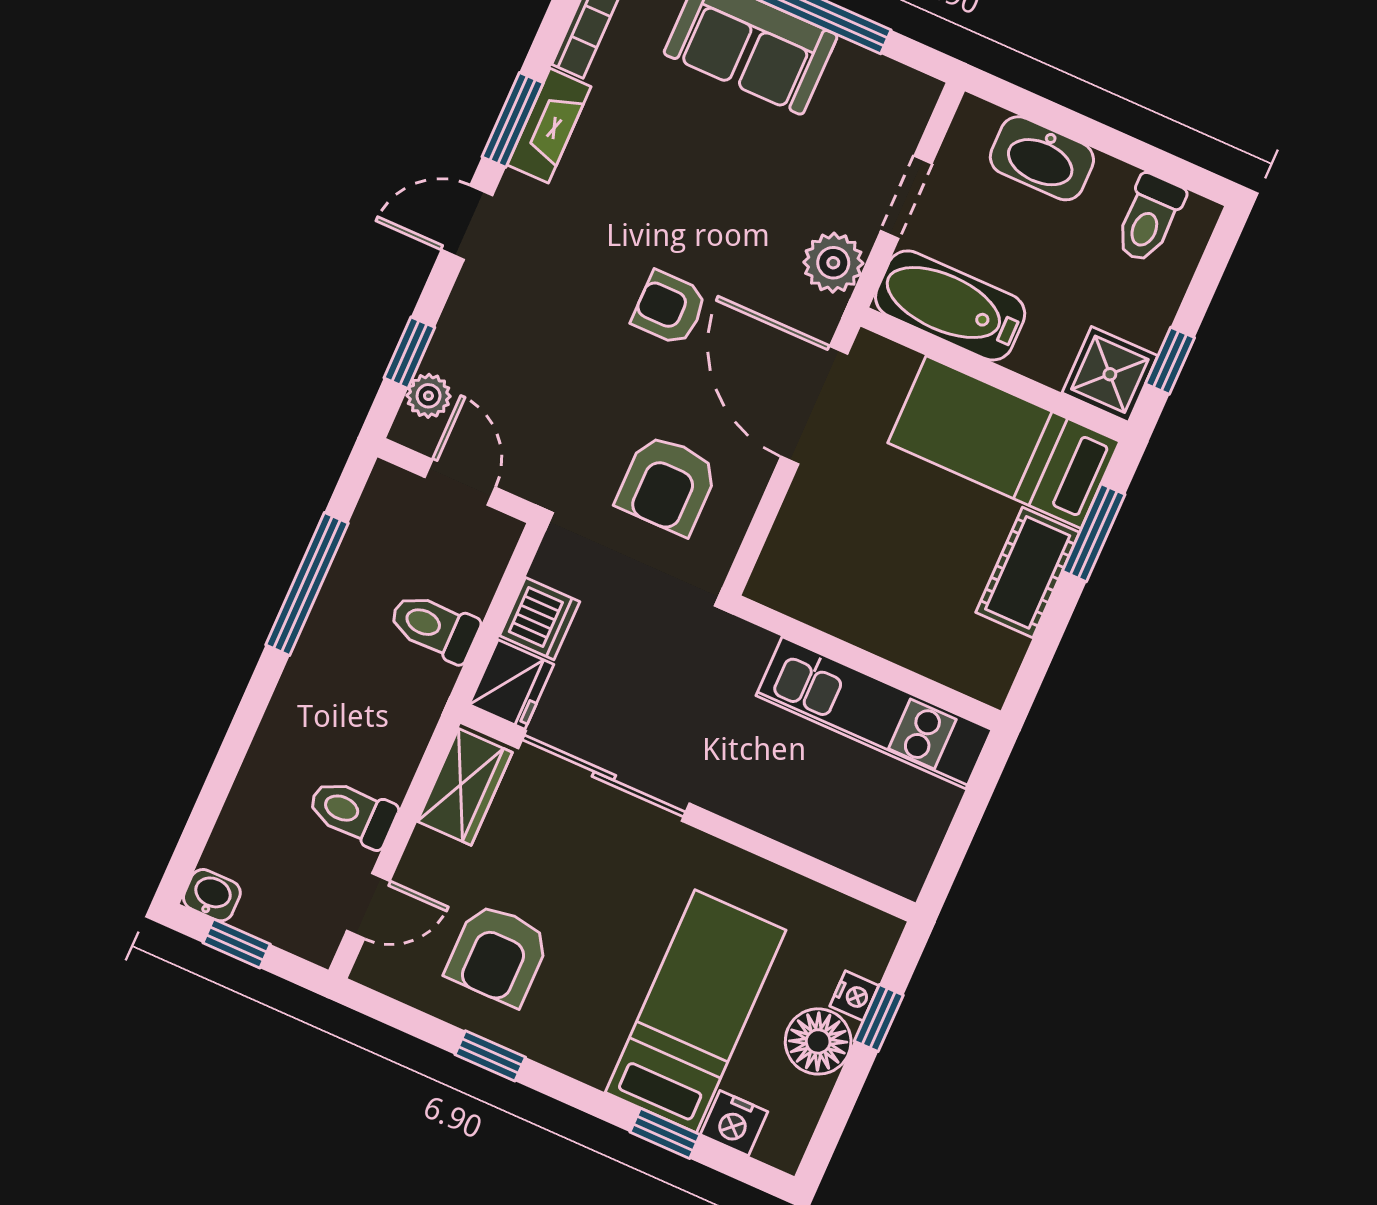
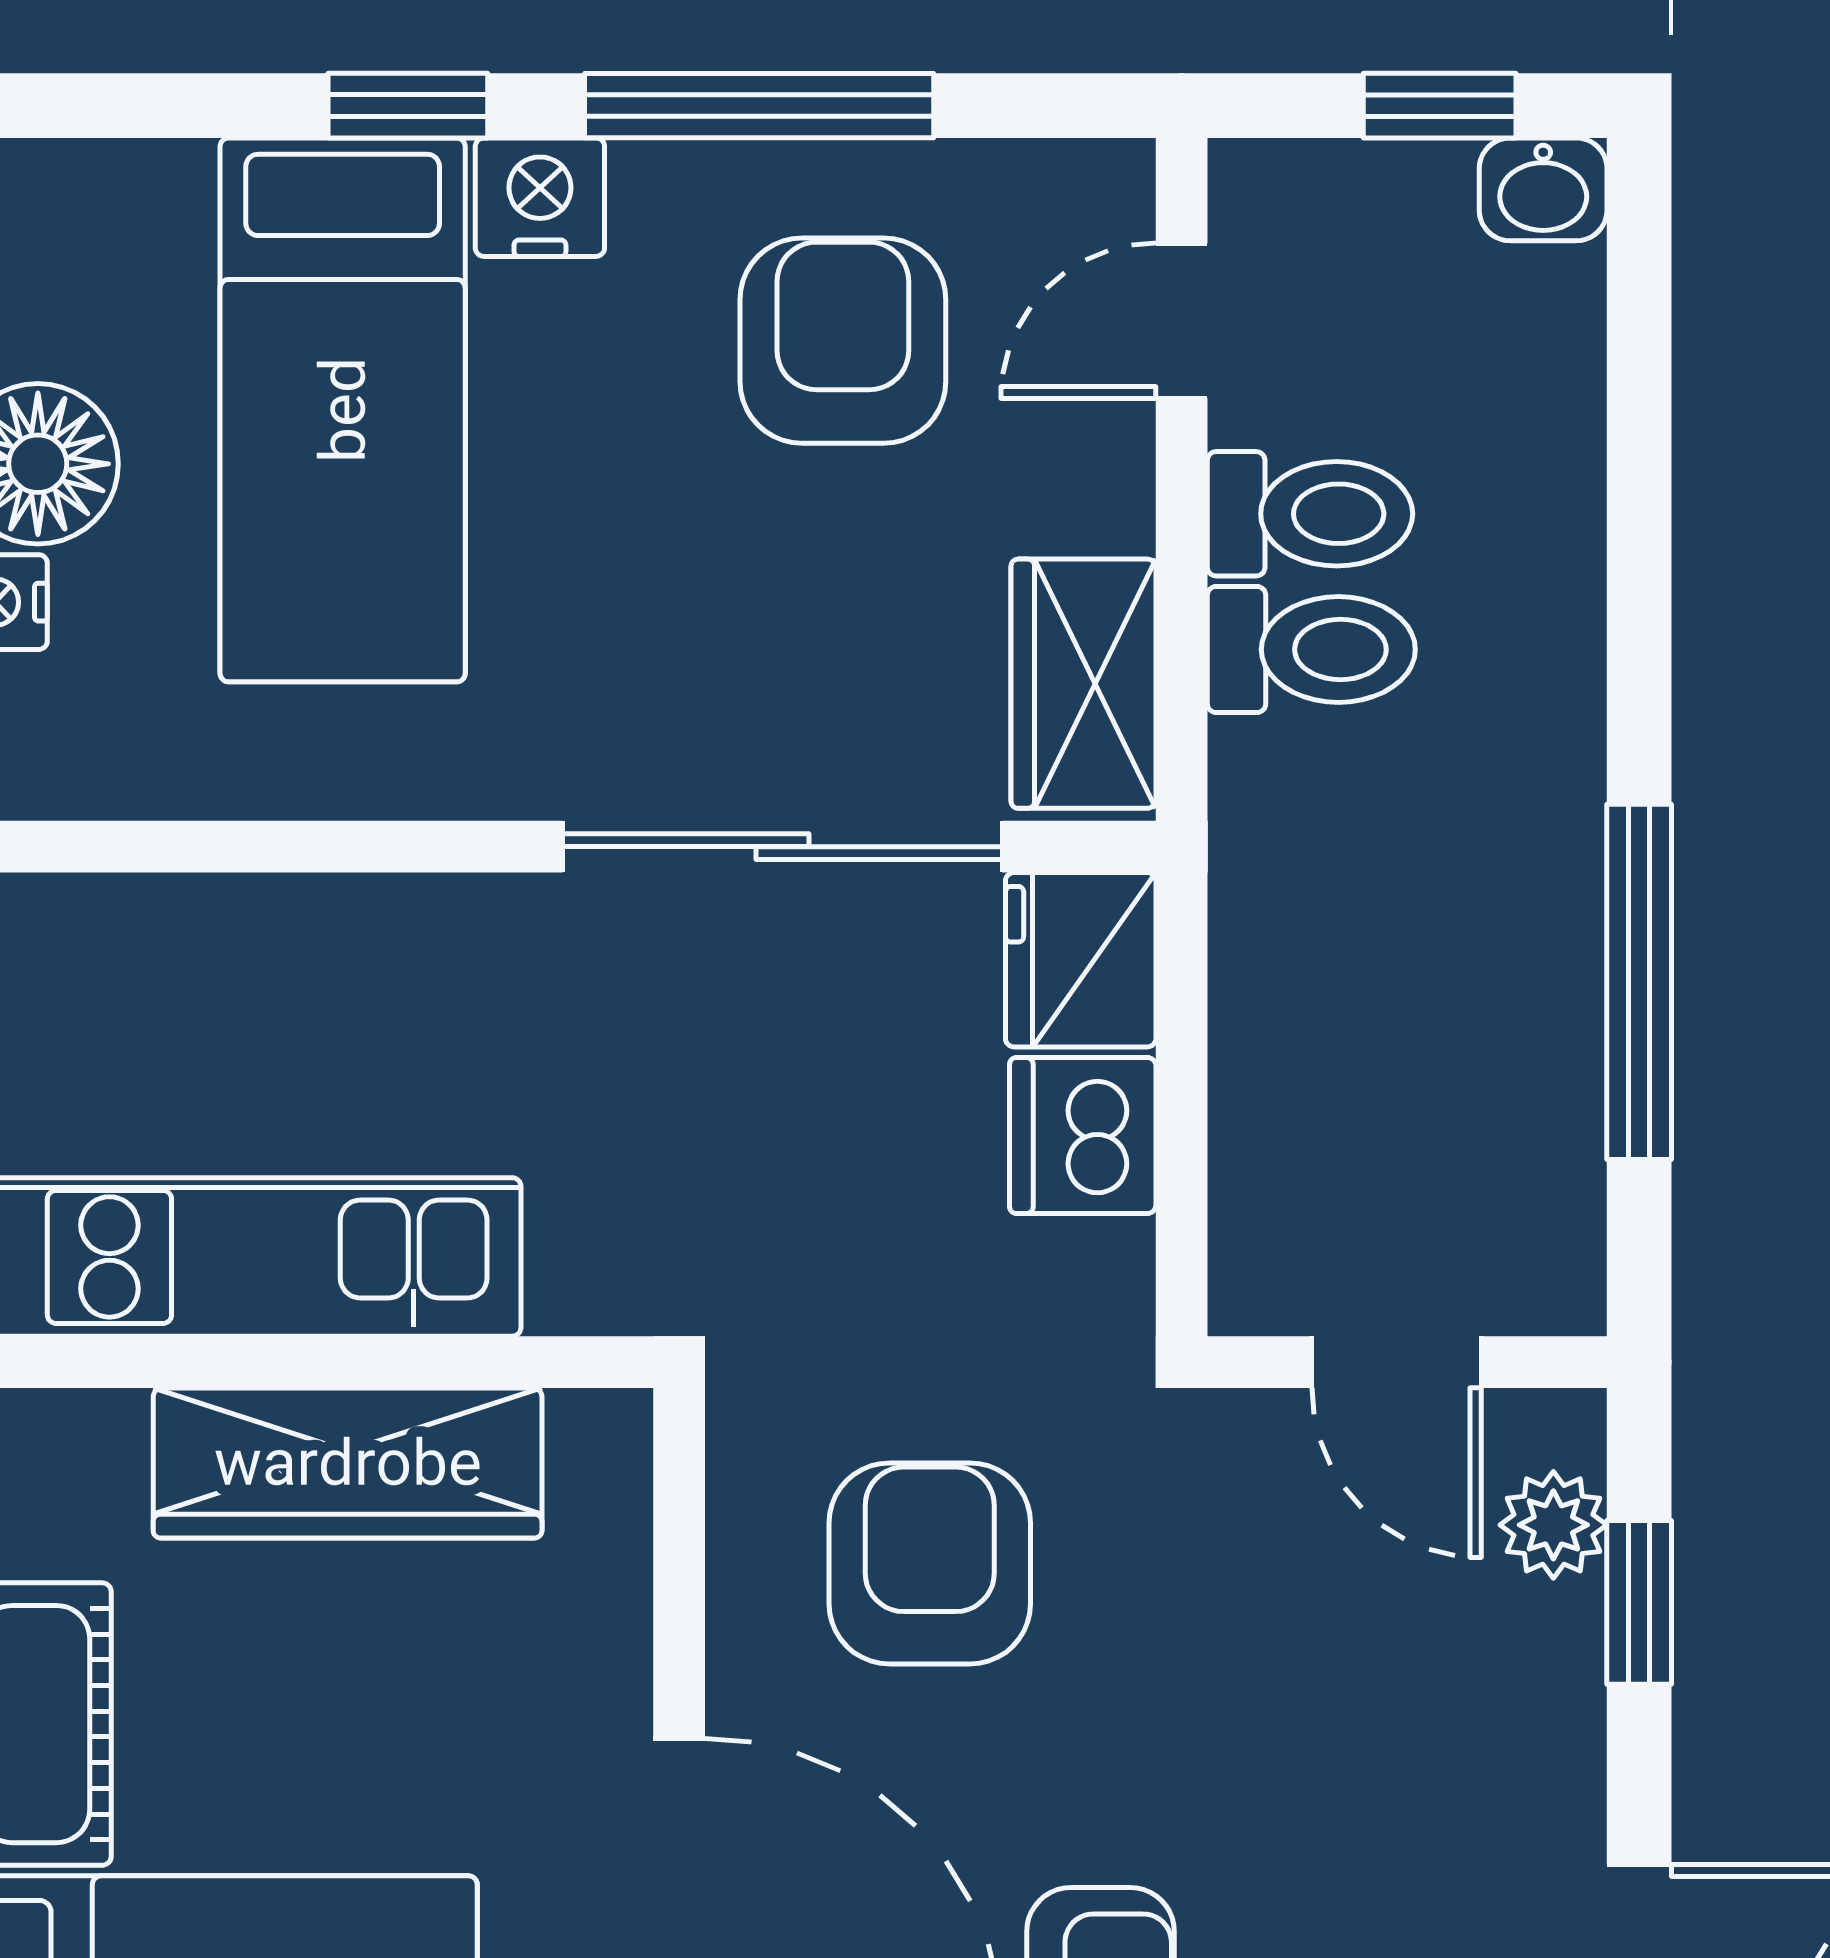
wardrobe: (868, 618) -> (348, 1463), added
toilet: (434, 627) -> (1311, 650), moved
window: (490, 1056) -> (759, 106), width x2.17
nightstand: (734, 1123) -> (540, 197), moved
window: (665, 1133) -> (408, 106), moved

